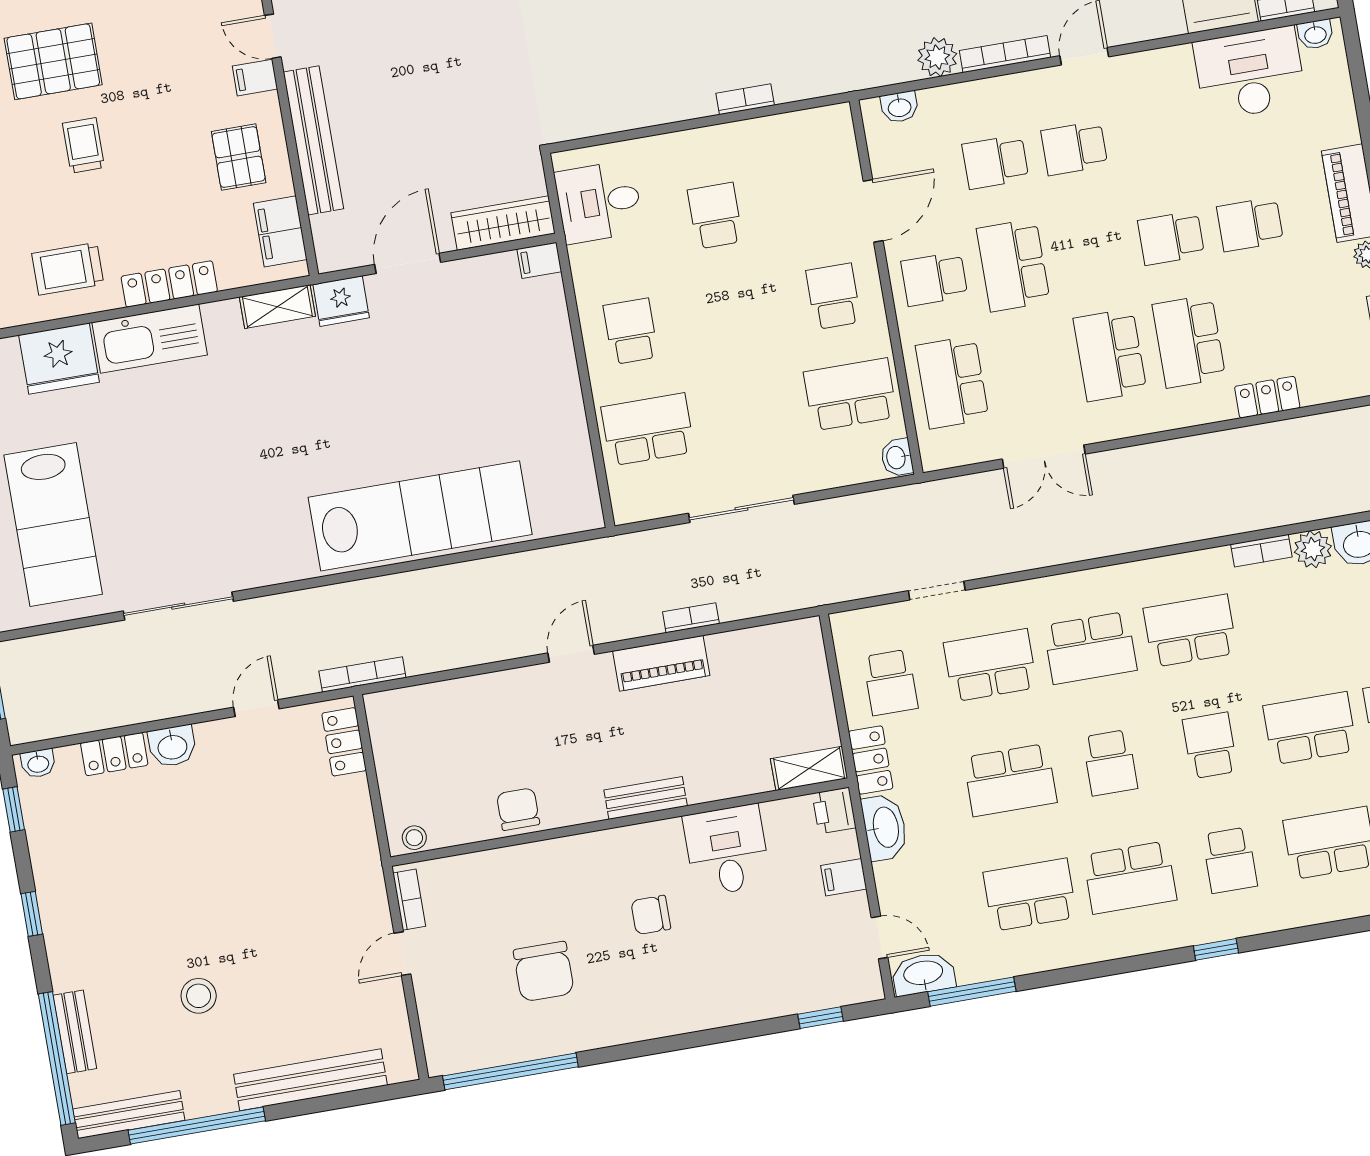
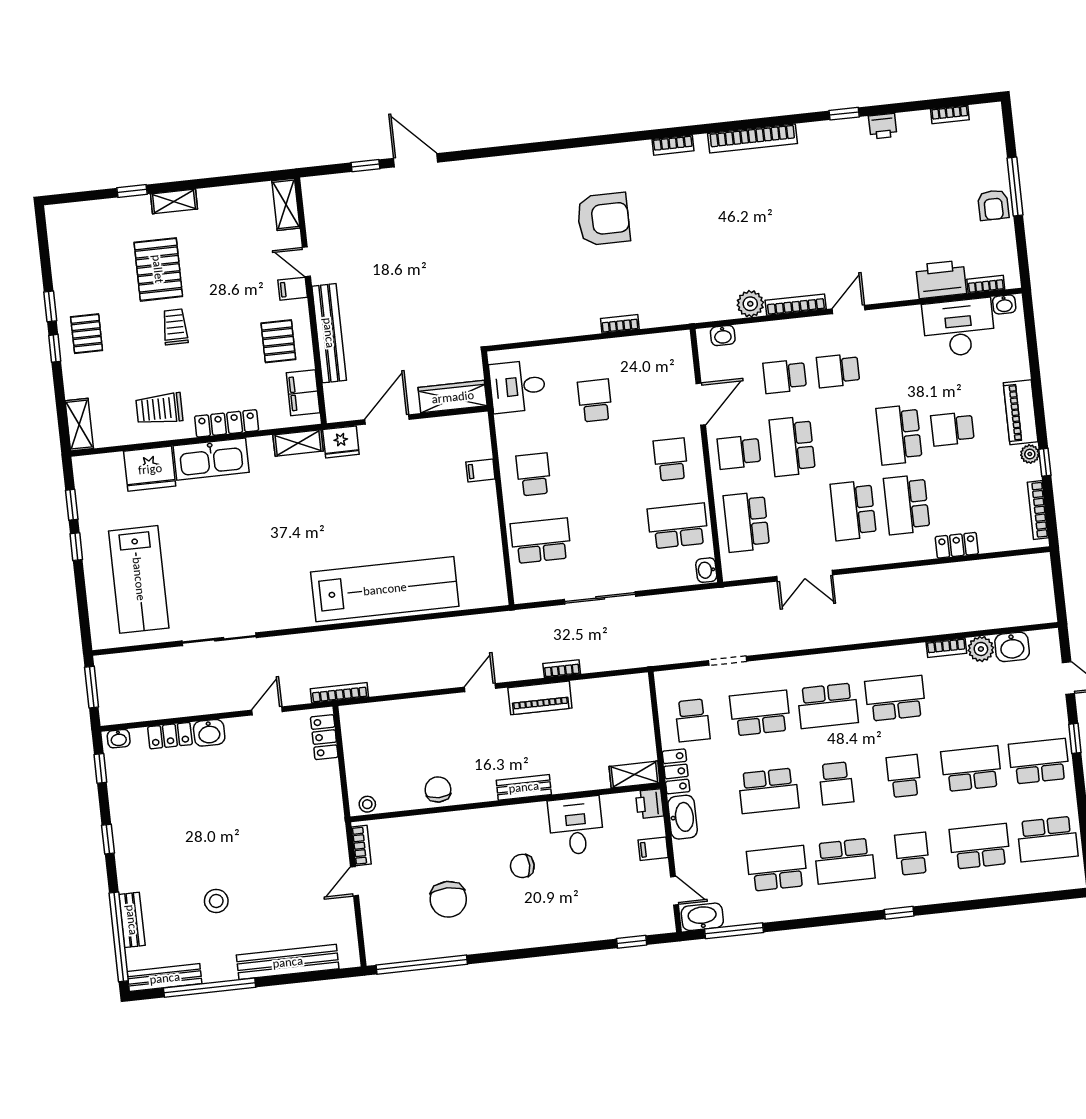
pallet: (53, 61) -> (158, 269), turned 90
school desk: (1171, 238) -> (899, 435), width x1.85
filing cabinet: (539, 260) -> (480, 471), moved
school desk: (1230, 860) -> (912, 854), turned 180

